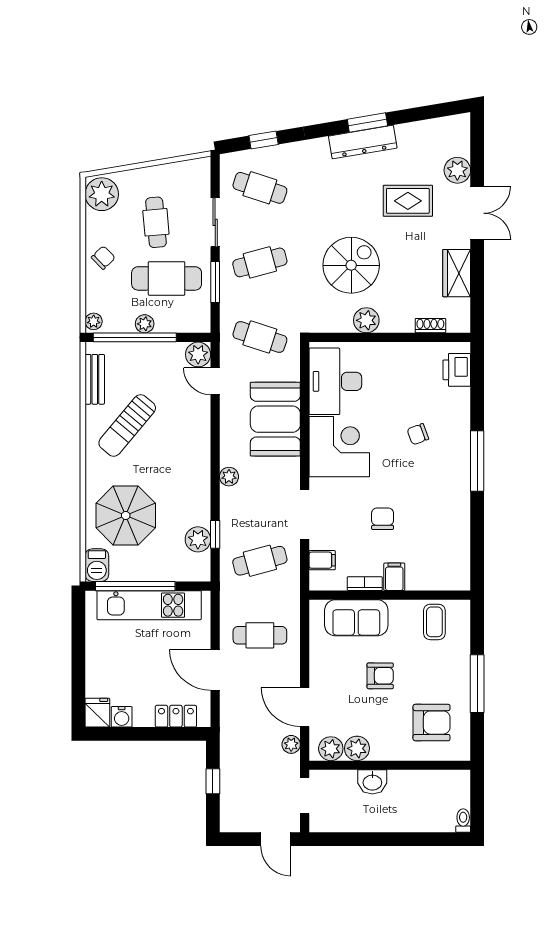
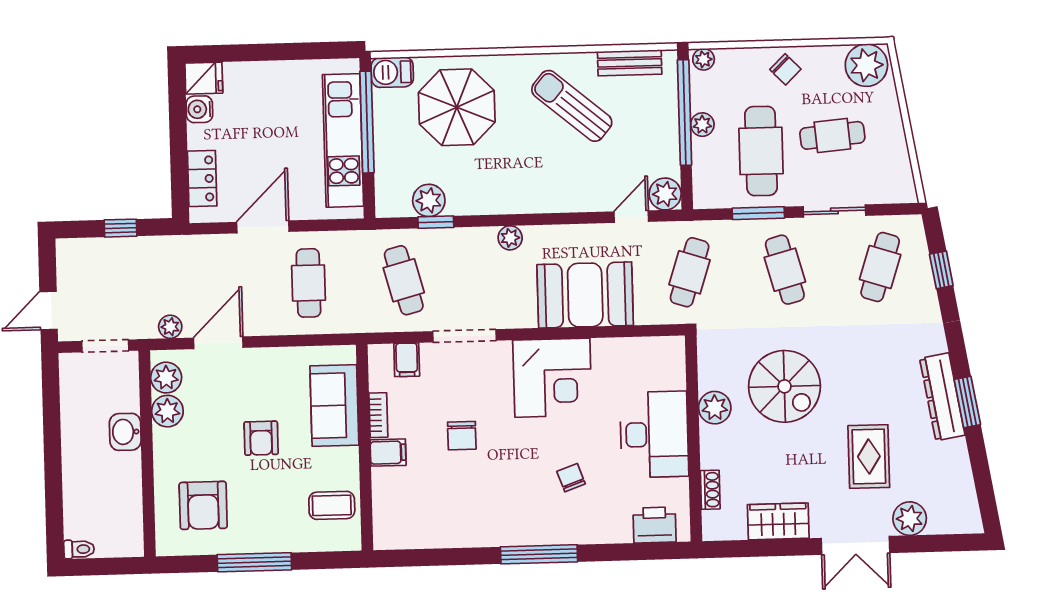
desk: (335, 381) -> (654, 434), moved, turned 90
chair: (383, 519) -> (462, 436), turned 90

